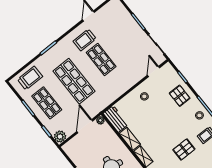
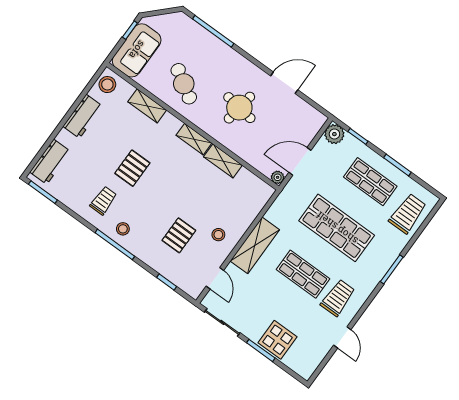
display table: (127, 25) -> (278, 340), added
trolley: (30, 78) -> (408, 214), turned 180
shelving: (125, 84) -> (255, 245), added
pallet: (180, 96) -> (179, 235), moved, turned 90
workbench: (116, 119) -> (254, 186), removed
door: (85, 126) -> (300, 161), swing flipped

